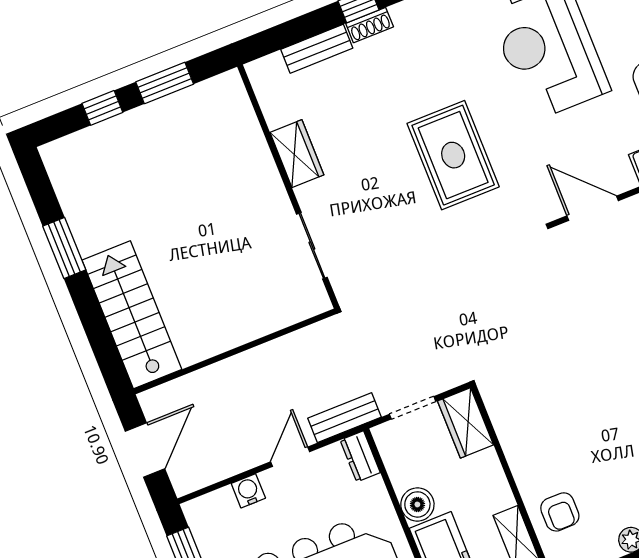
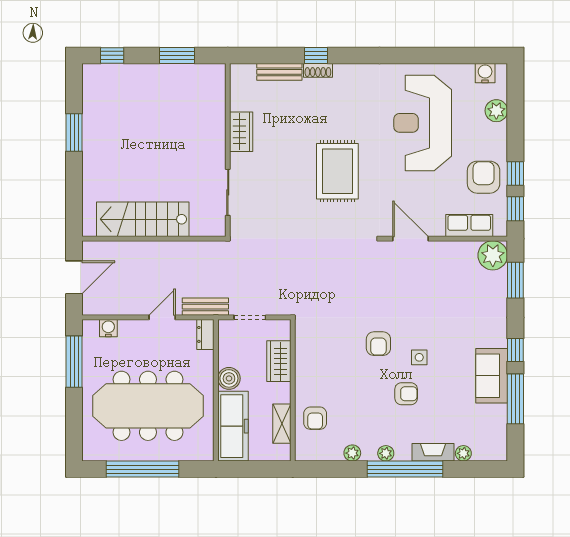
window: (102, 108) -> (112, 55), moved
stairs: (132, 315) -> (143, 219), moved, turned -90
armchair: (606, 373) -> (378, 344), added
wardrobe: (466, 423) -> (279, 361), moved
water cooler: (248, 491) -> (108, 328), moved

